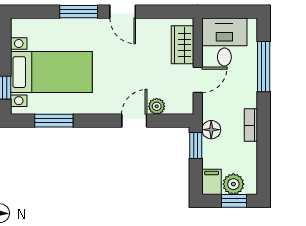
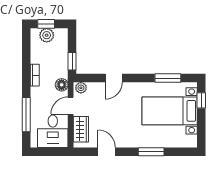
door: (123, 12) -> (107, 152), moved
plant: (157, 106) -> (81, 88), moved
floor lamp: (211, 130) -> (62, 85), moved
filing cabinet: (212, 182) -> (61, 37), removed

